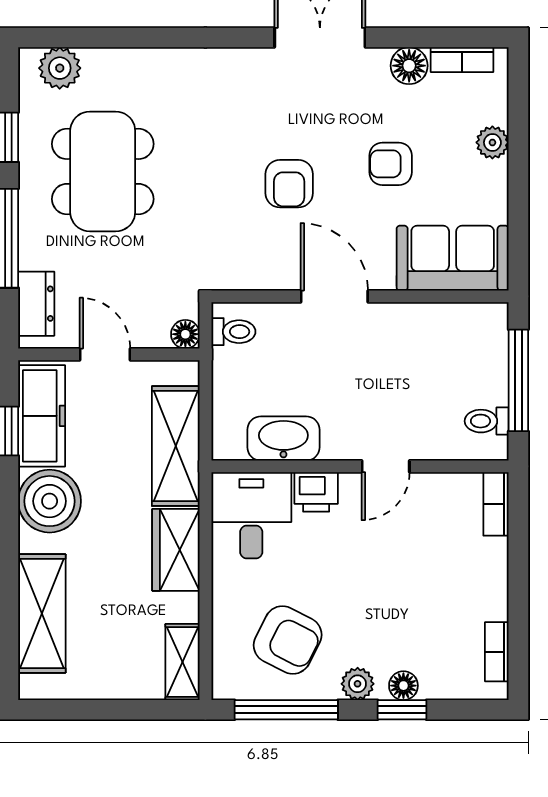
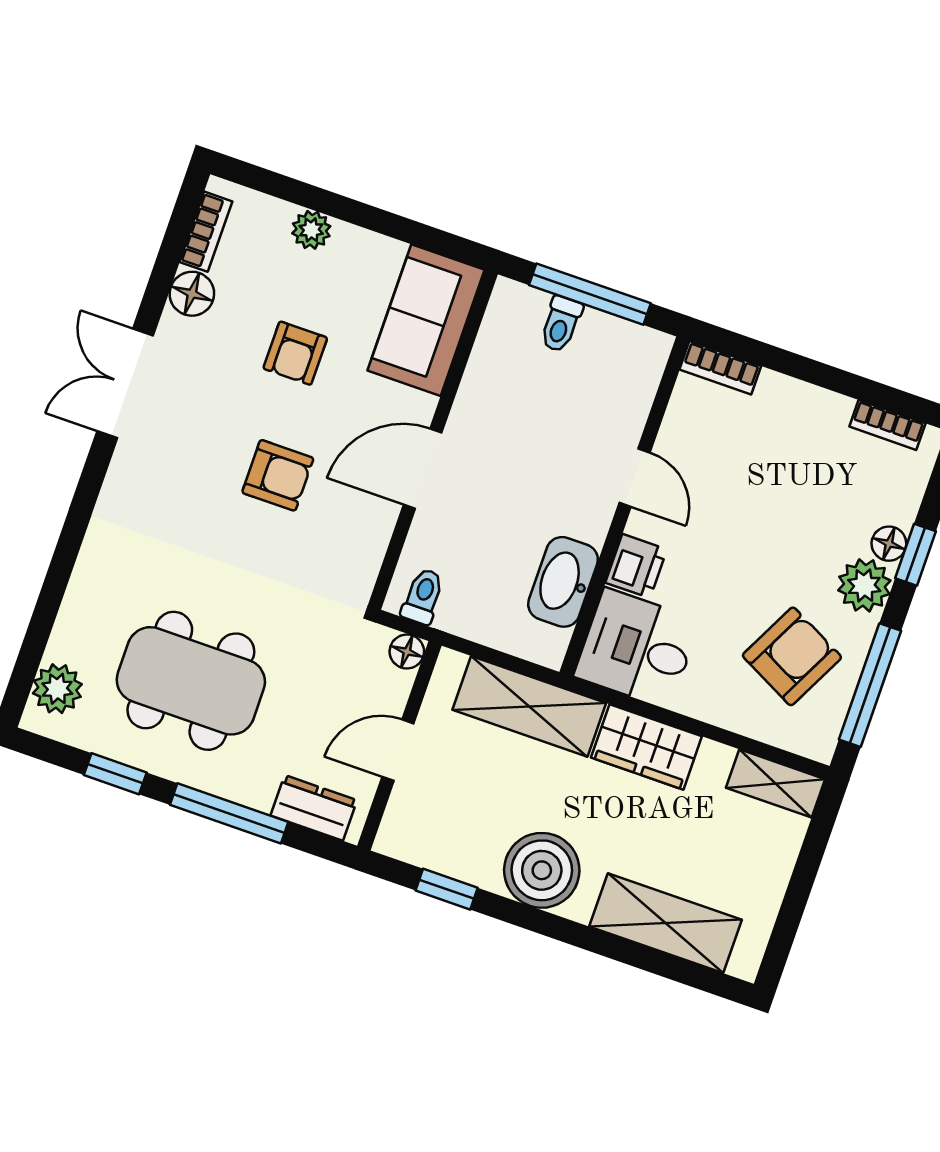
freezer: (42, 416) -> (443, 846), removed
toilet: (487, 421) -> (561, 324), moved
plant: (358, 684) -> (864, 585), width x1.38, depth x1.38

